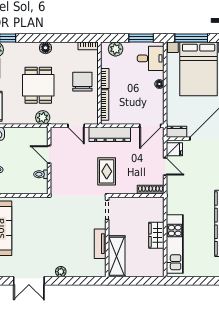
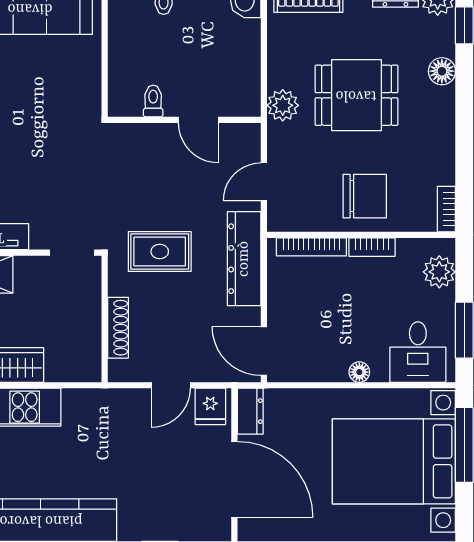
floor lamp: (46, 48) -> (442, 71), moved
door: (49, 154) -> (198, 120), swing flipped
shoe rack: (151, 190) -> (118, 328), moved

